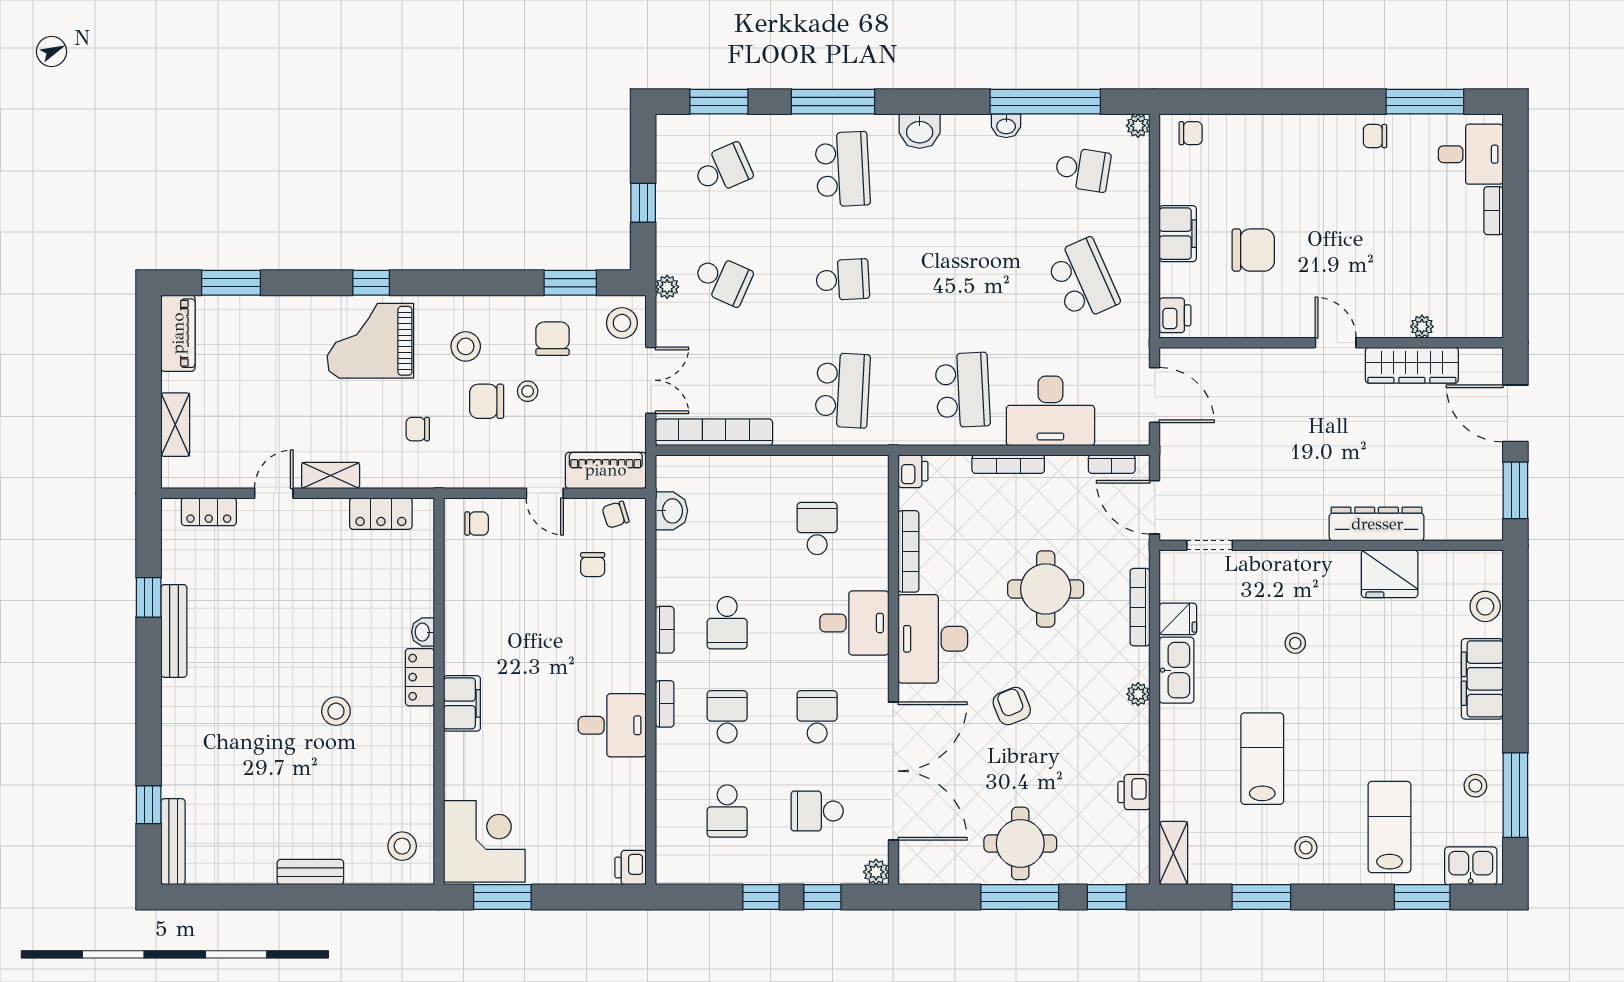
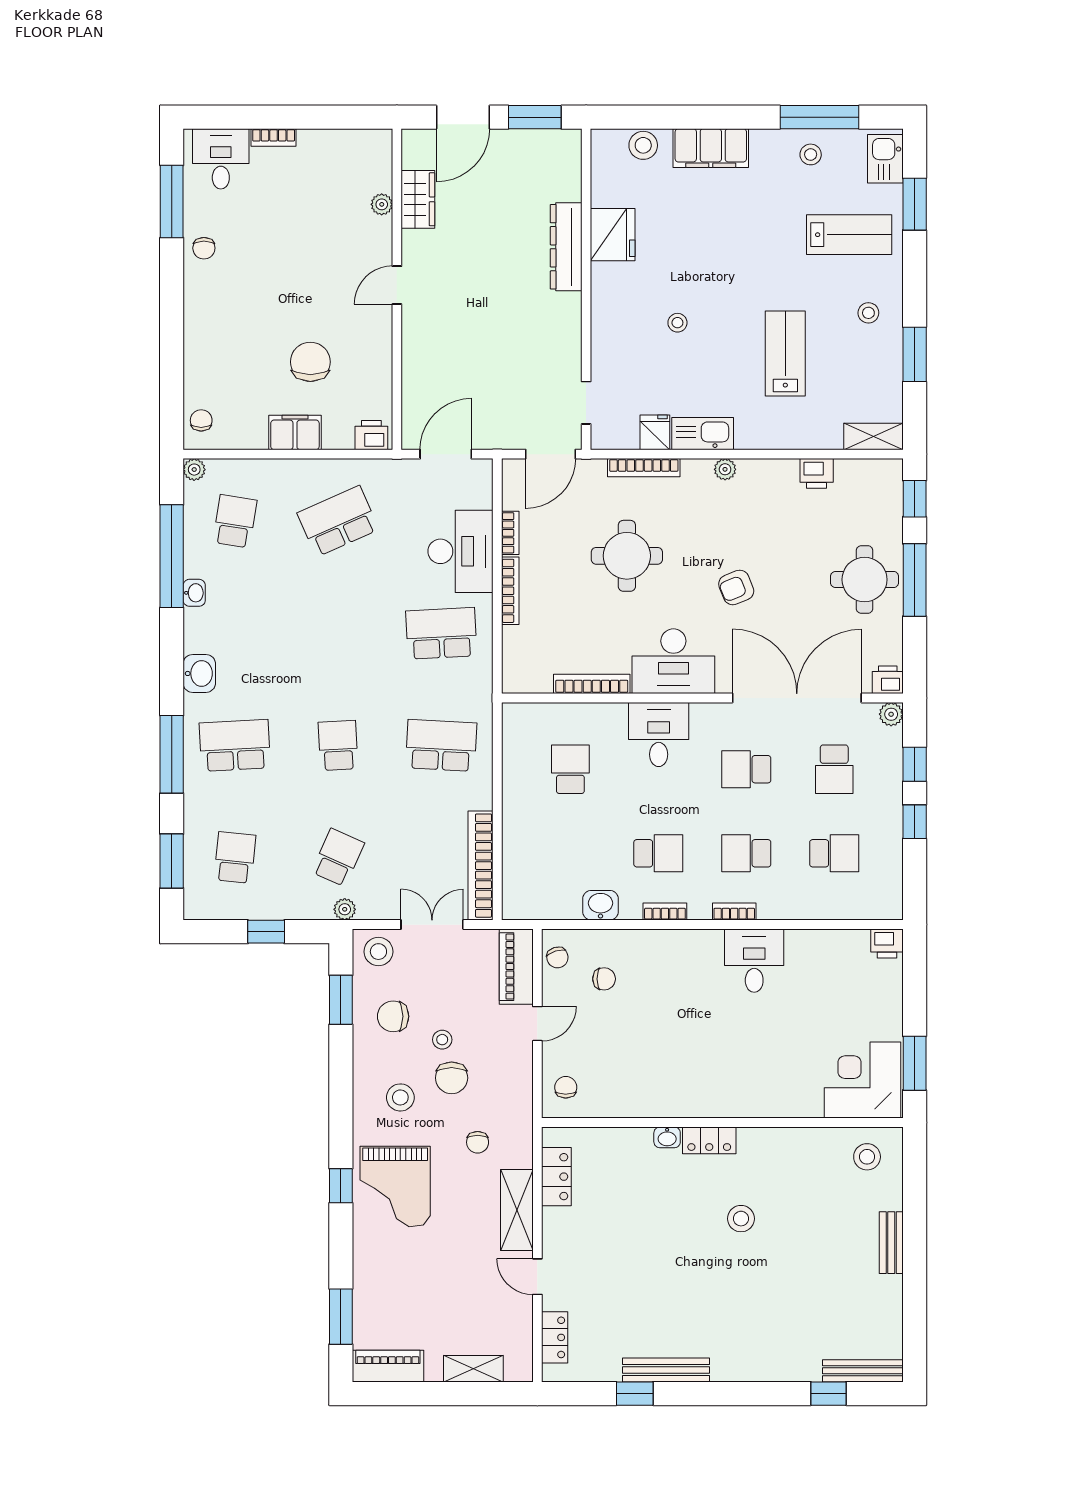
school desk: (723, 169) -> (235, 857), turned 30
wardrobe: (1412, 365) -> (418, 199), width x0.67
bookcase: (1112, 464) -> (510, 533), moved
printer: (913, 471) -> (888, 680), moved
shelving: (331, 475) -> (517, 1210), width x1.50, depth x1.33
washbasin: (671, 511) -> (601, 905), moved
school desk: (817, 528) -> (570, 769), turned 90
filing cabinet: (462, 703) -> (734, 1101), removed
lab bench: (1262, 759) -> (785, 354), turned 90
lab bench: (1390, 827) -> (849, 235), turned 180

